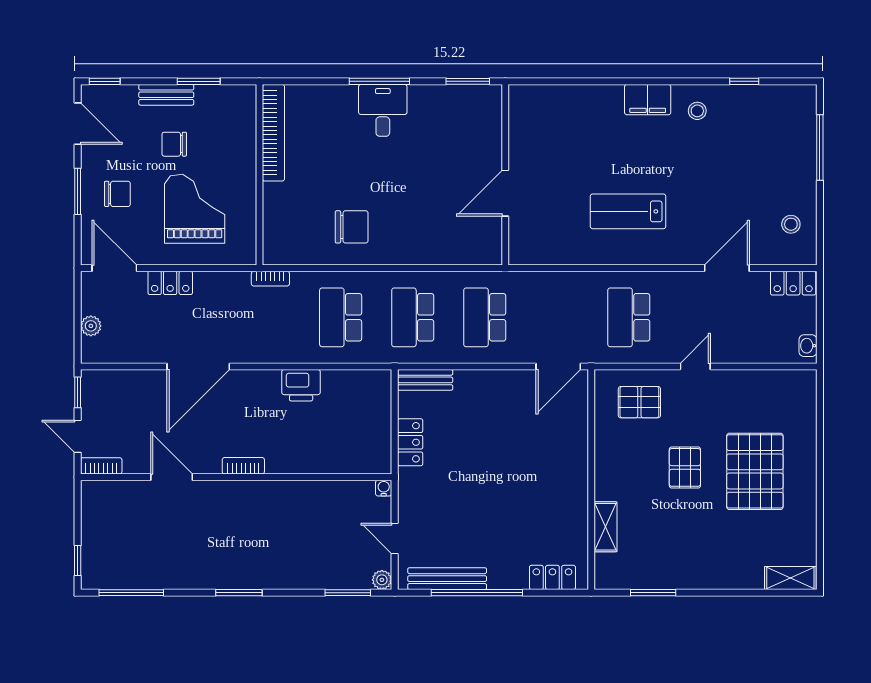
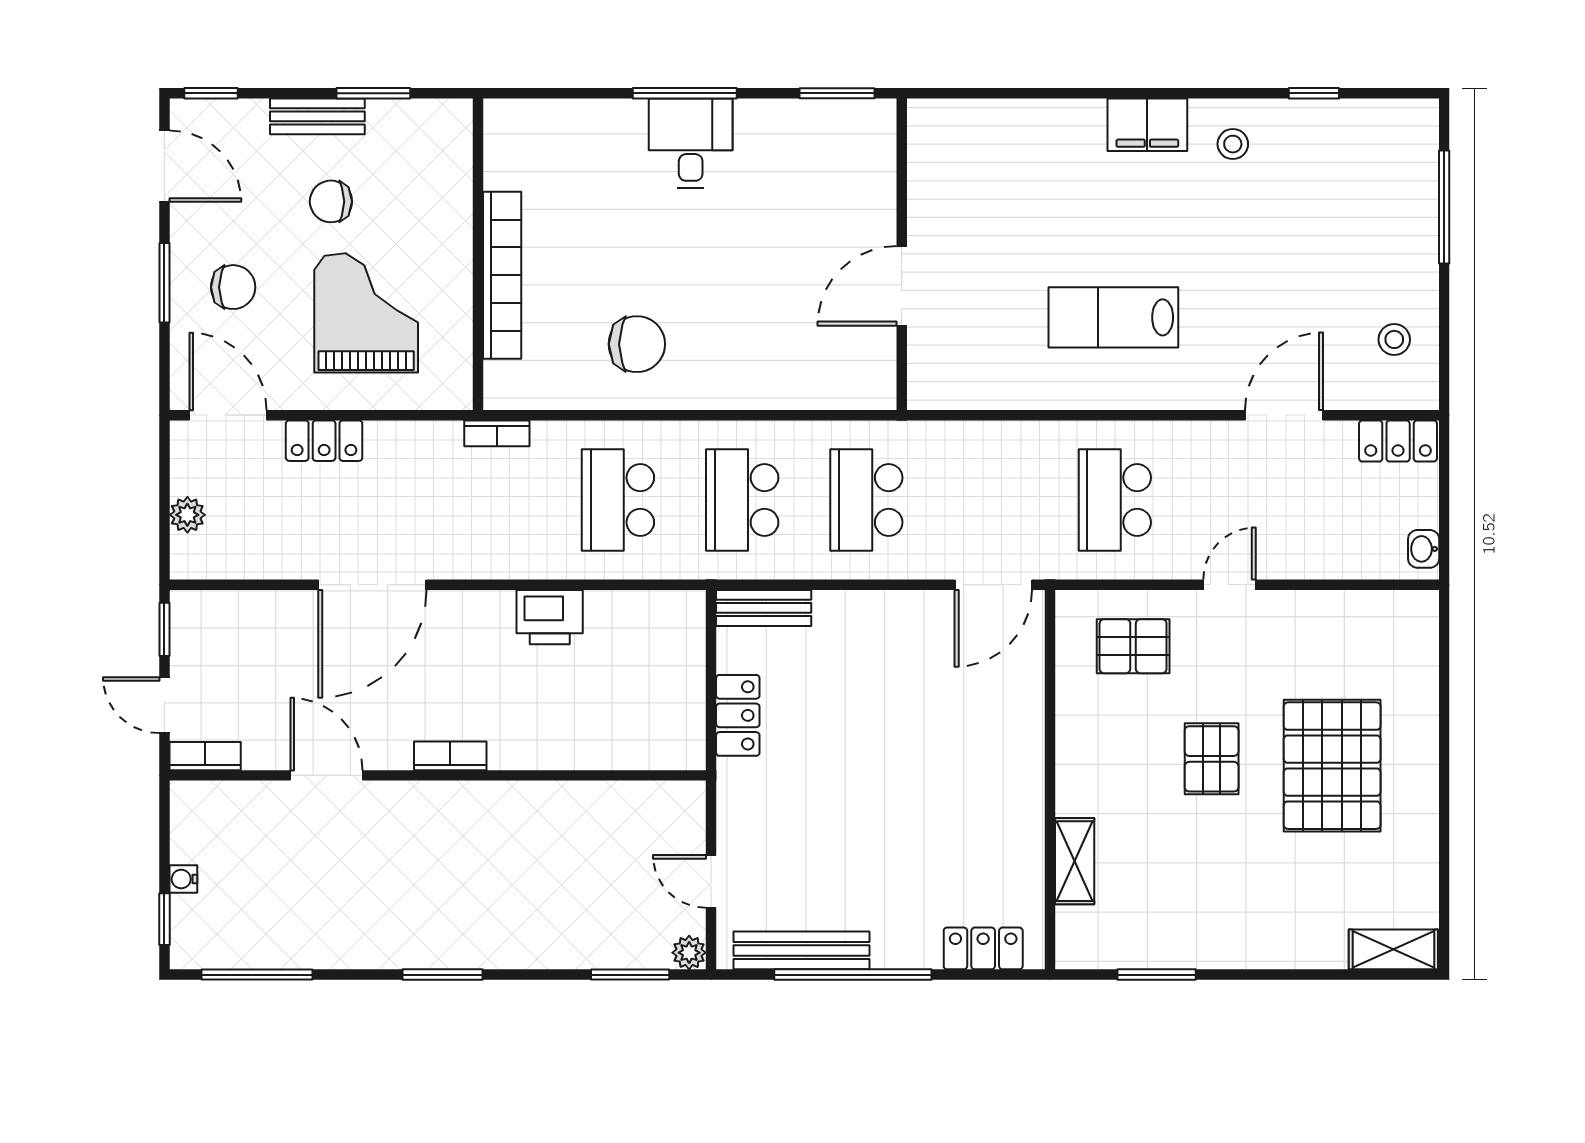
bookcase: (273, 133) -> (502, 275), moved
water cooler: (384, 488) -> (183, 879), moved, turned -90

